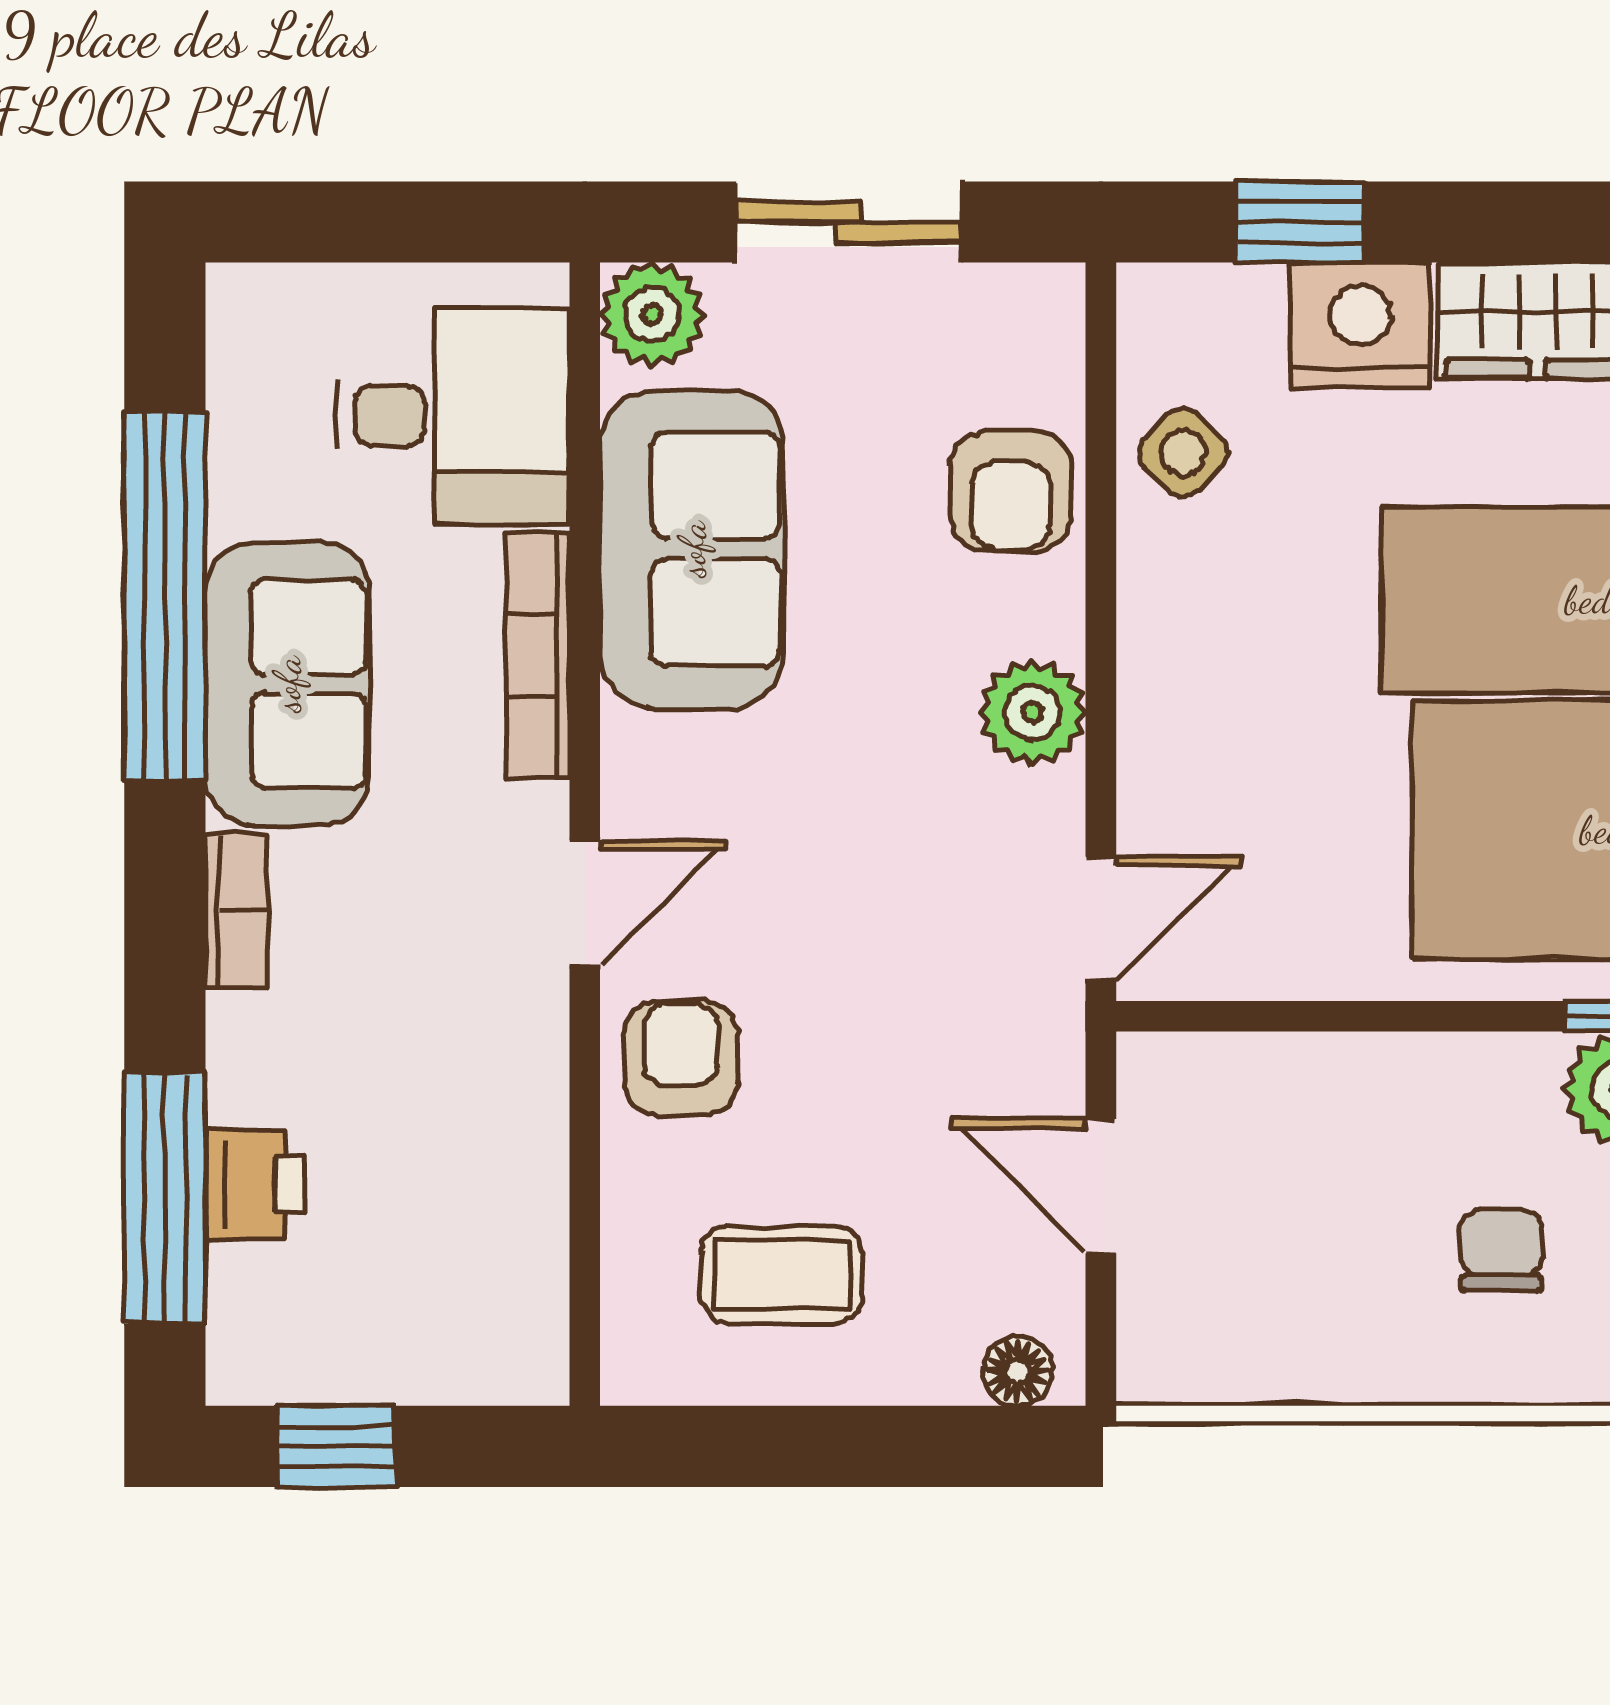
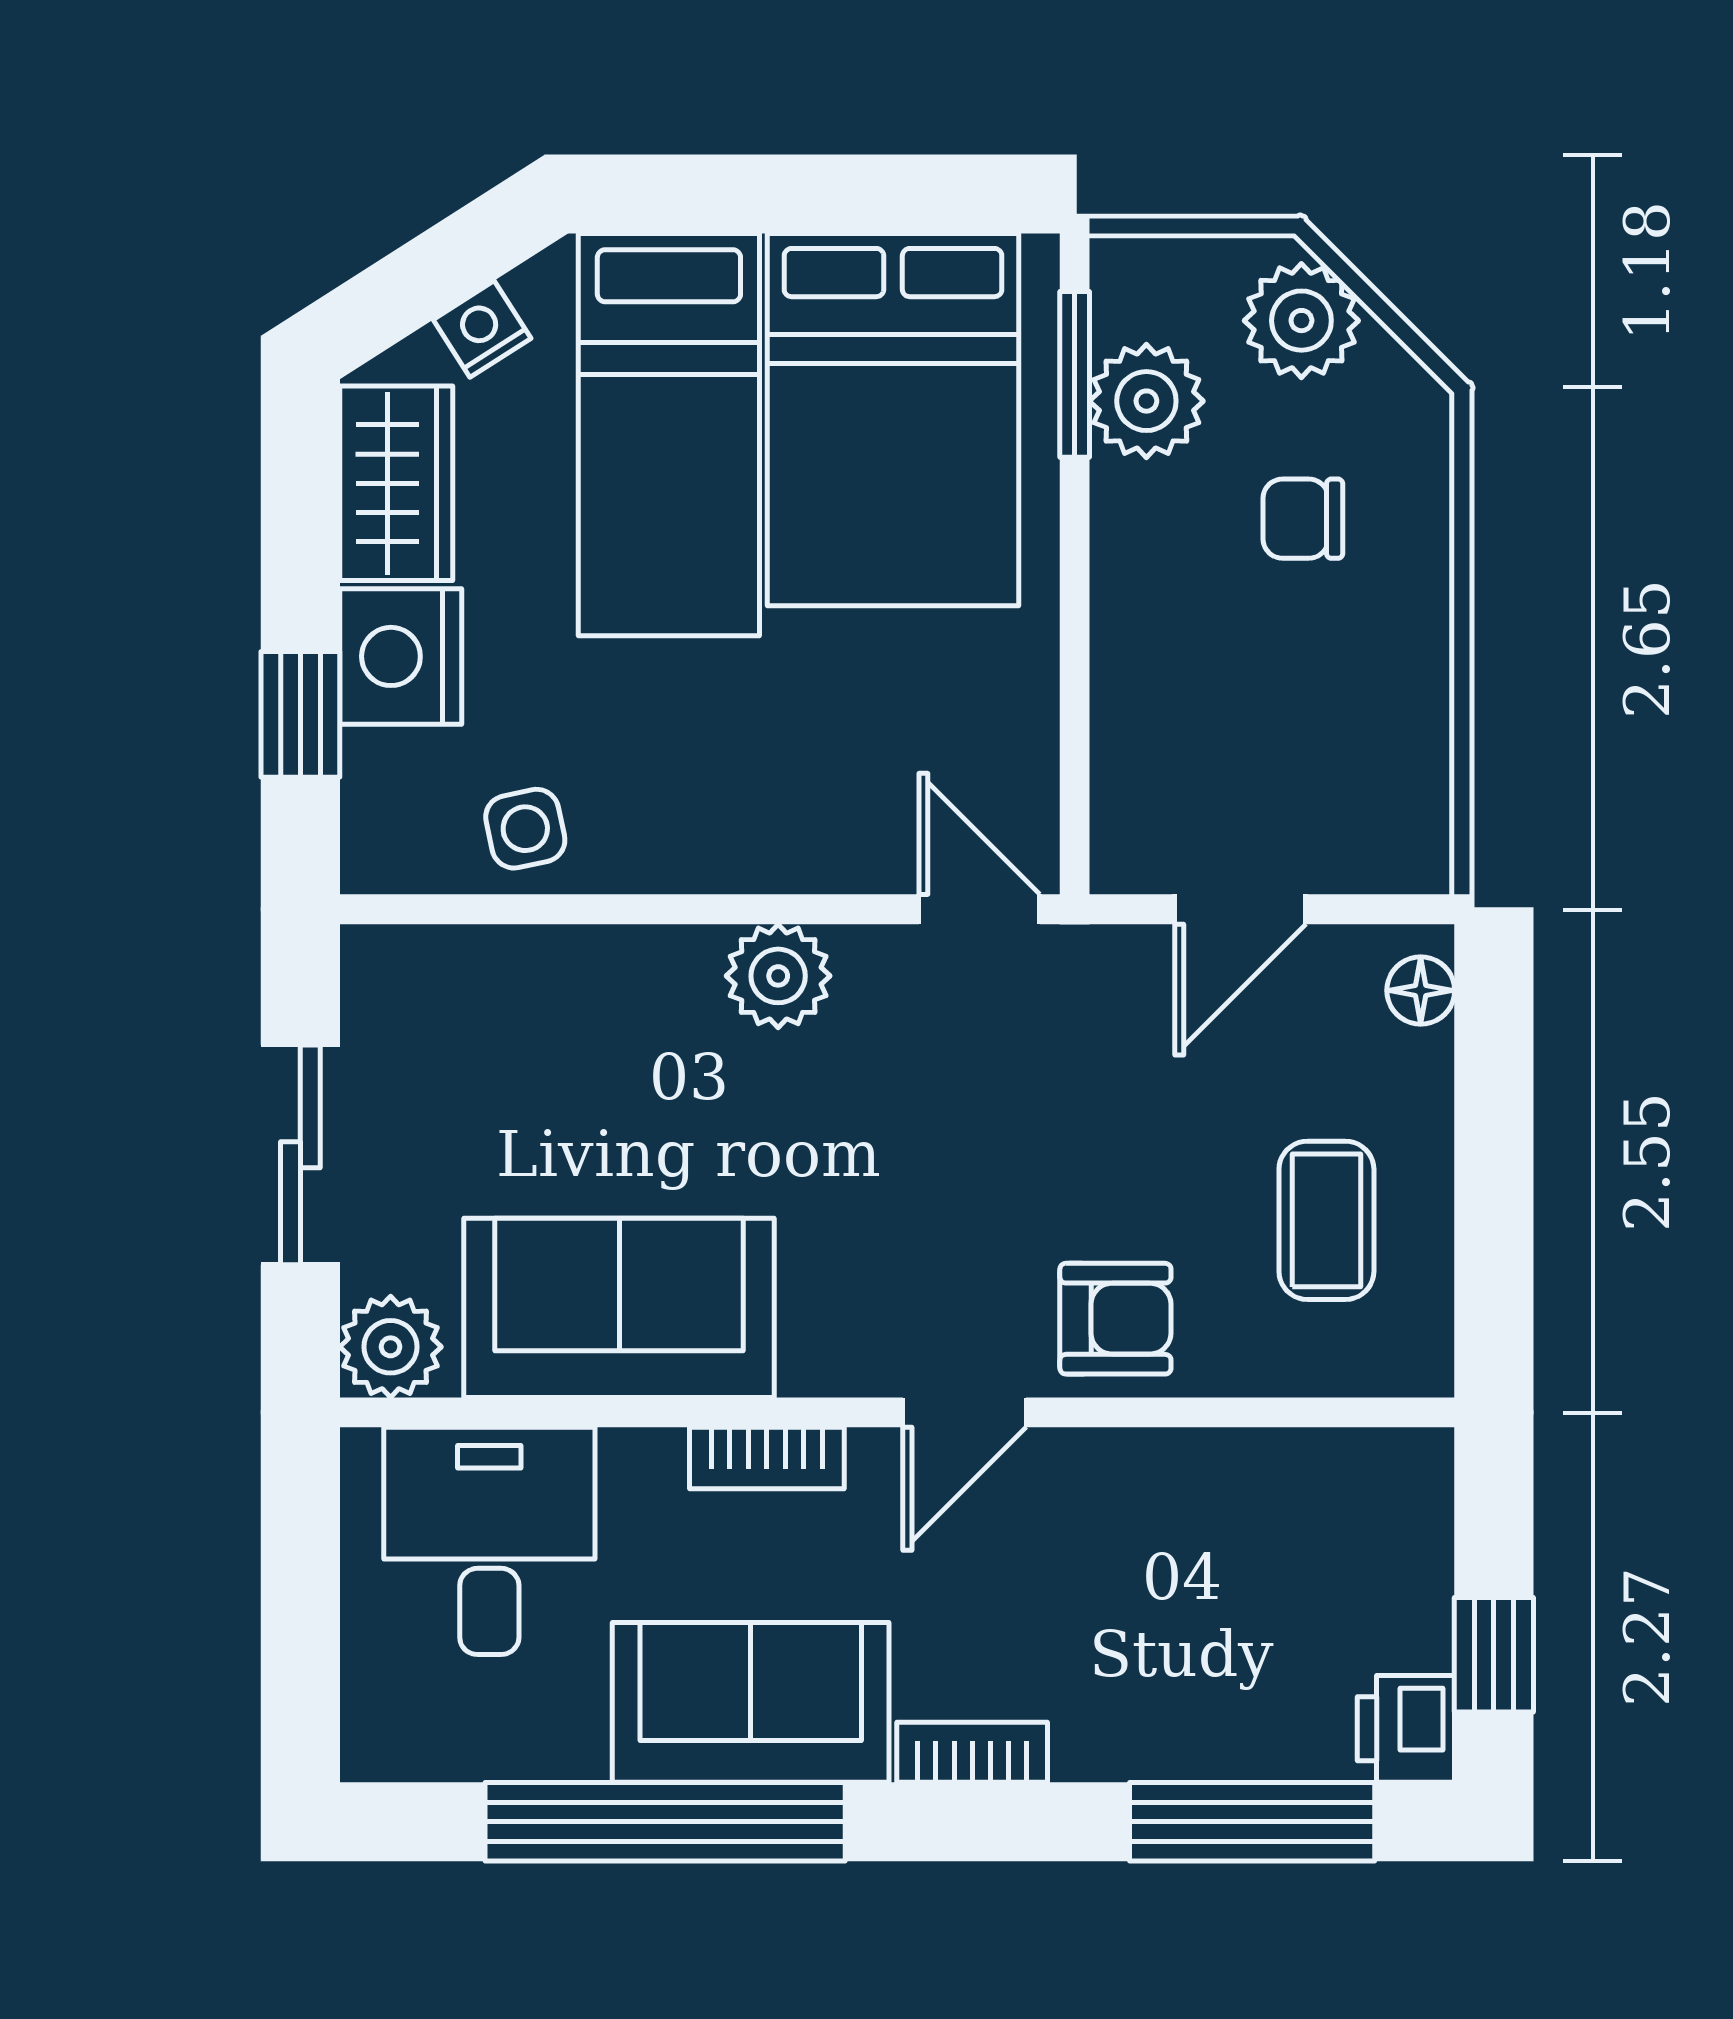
side table: (1183, 453) -> (525, 829), turned 34
armchair: (1011, 491) -> (562, 997), removed
bookcase: (538, 656) -> (767, 1458), width x0.64
door: (585, 903) -> (965, 1412), swing flipped
armchair: (681, 1058) -> (1115, 1319), turned 180
printer: (255, 1184) -> (1406, 1729), moved, turned -90

